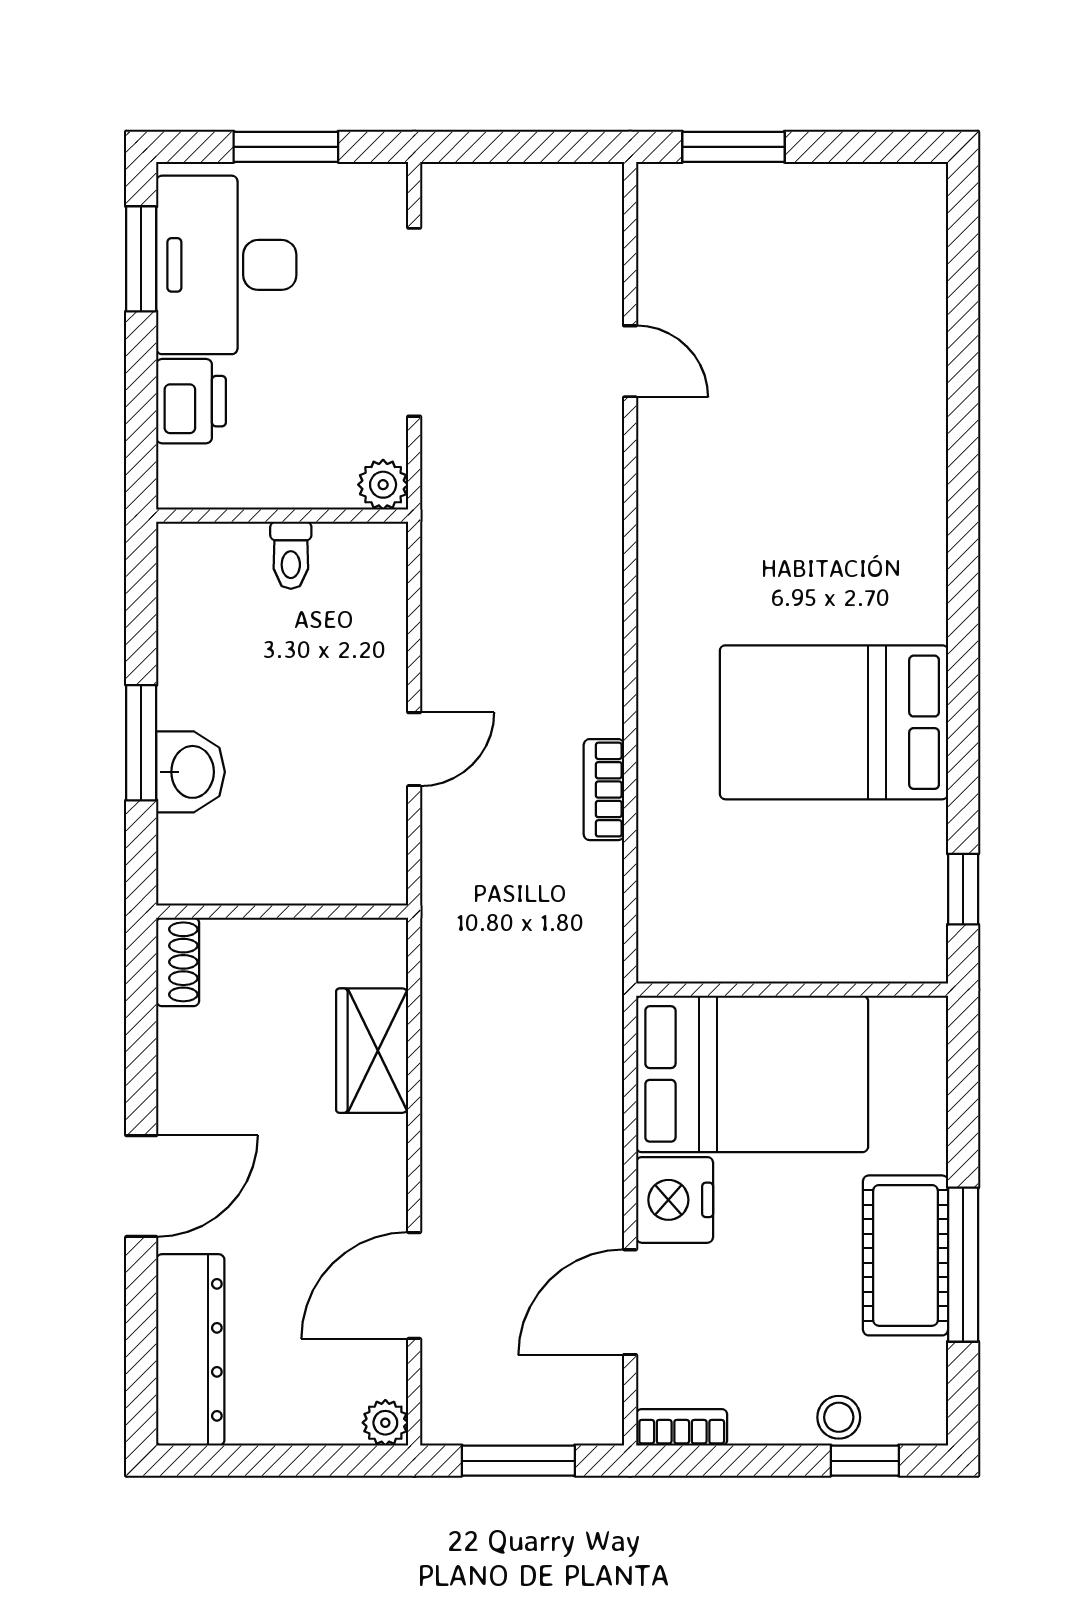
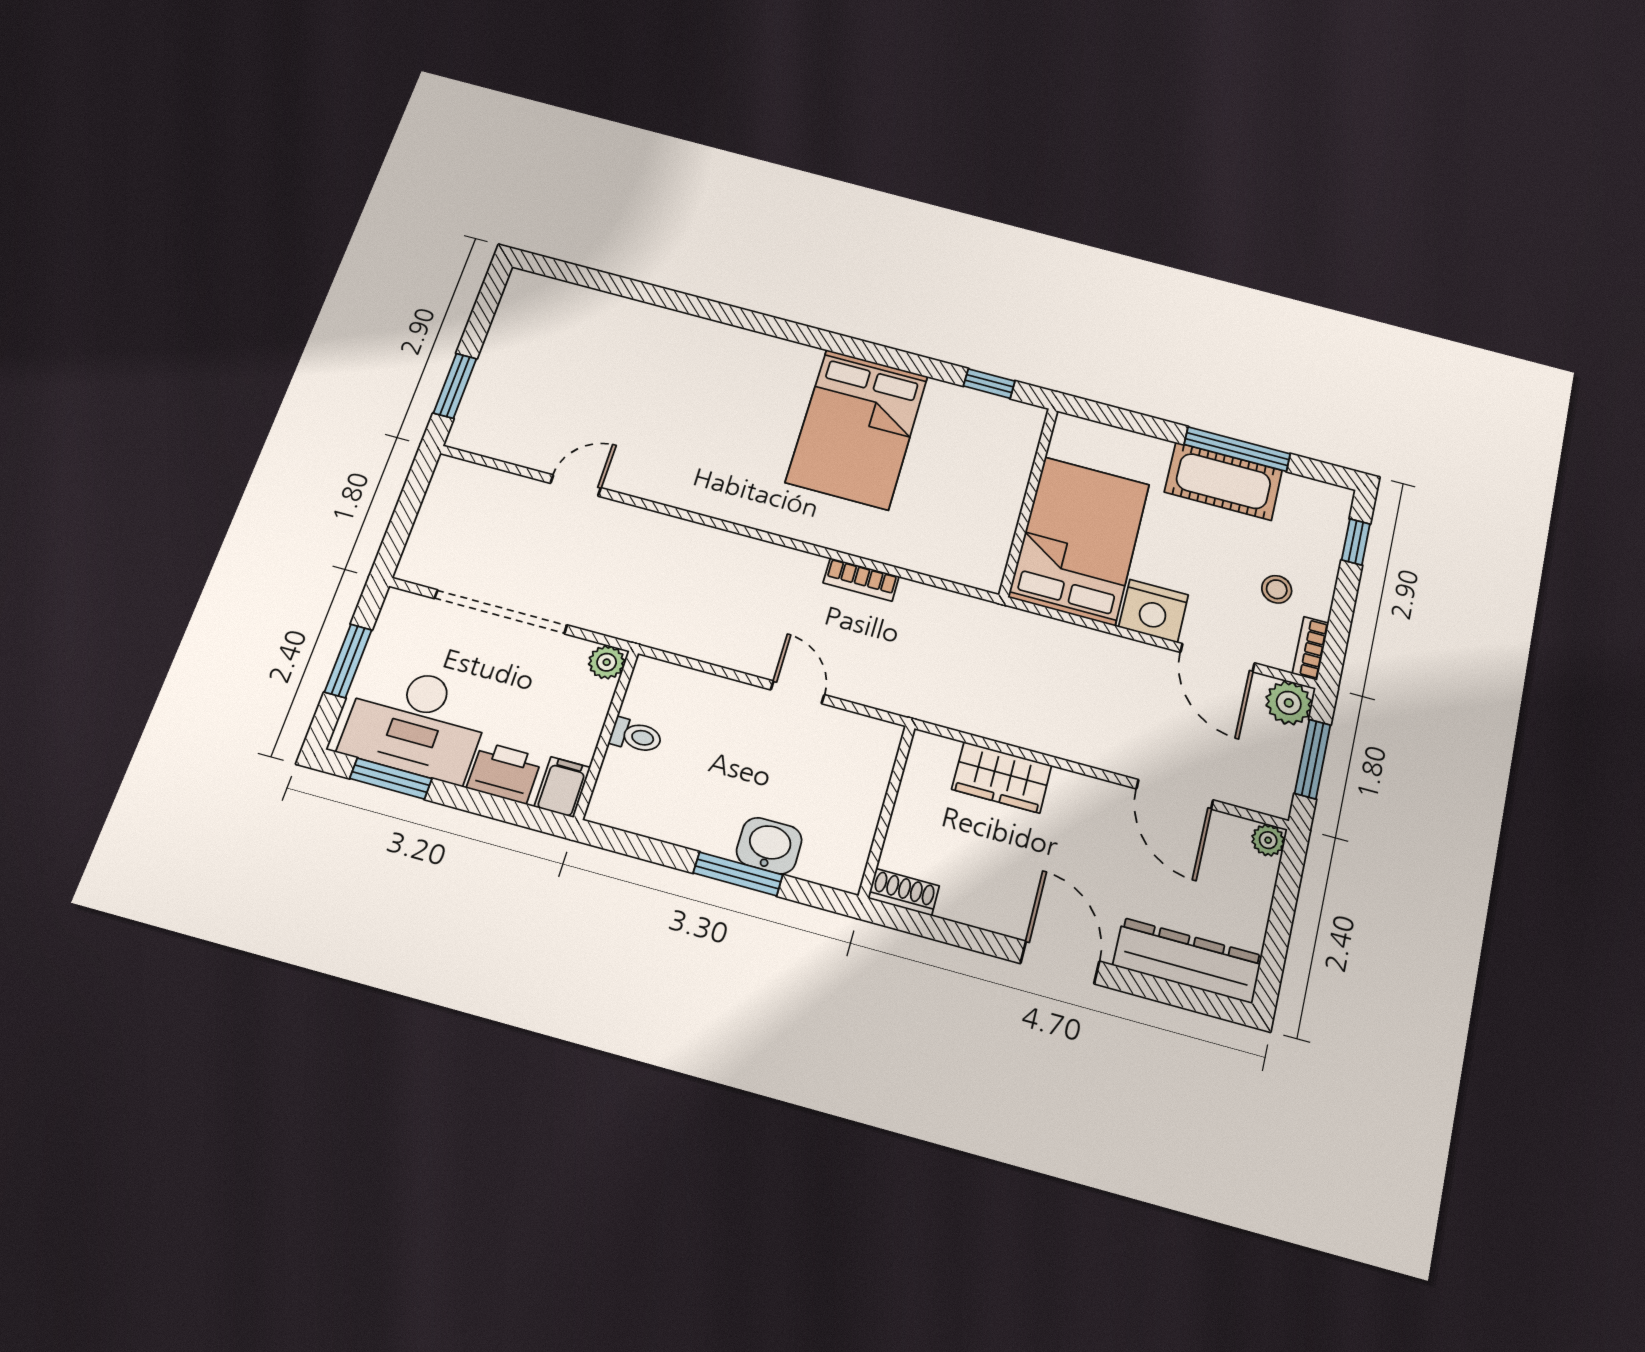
filing cabinet: (193, 482) -> (562, 787), added
plant: (591, 1413) -> (1289, 703), added
stool: (839, 1417) -> (1277, 589), moved

